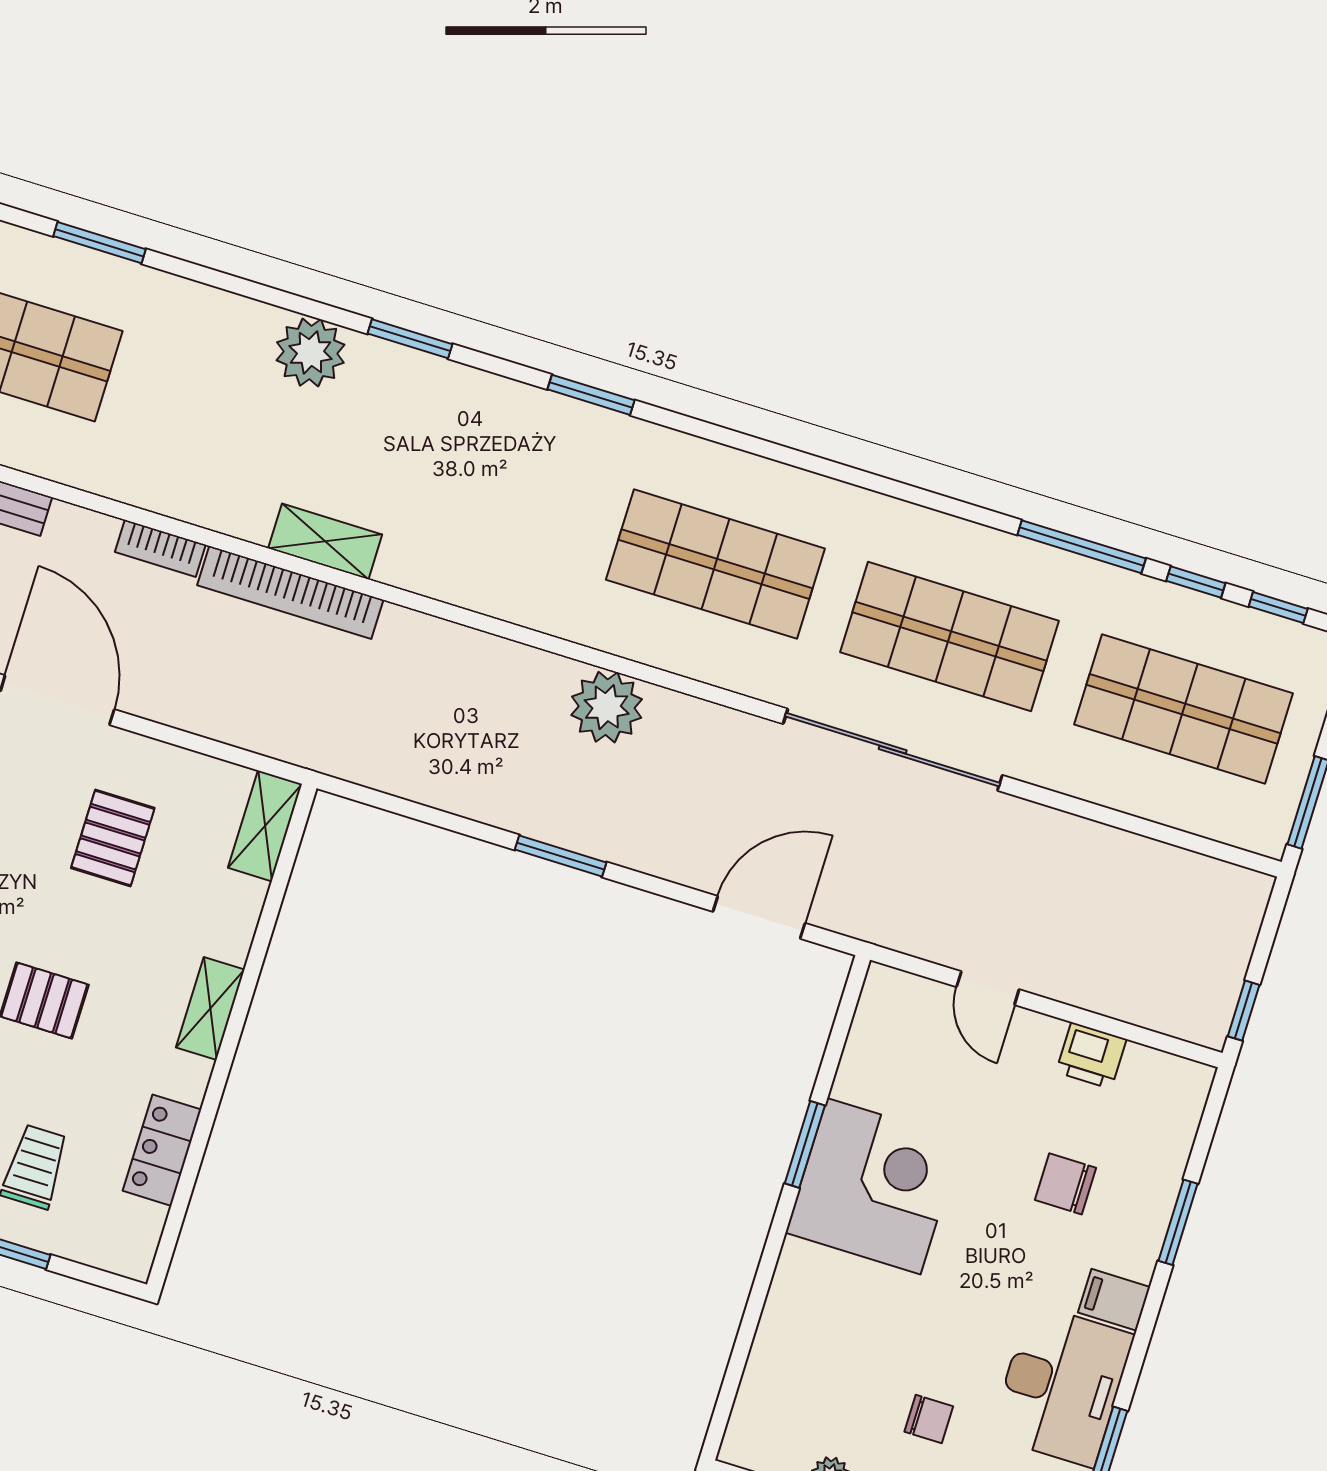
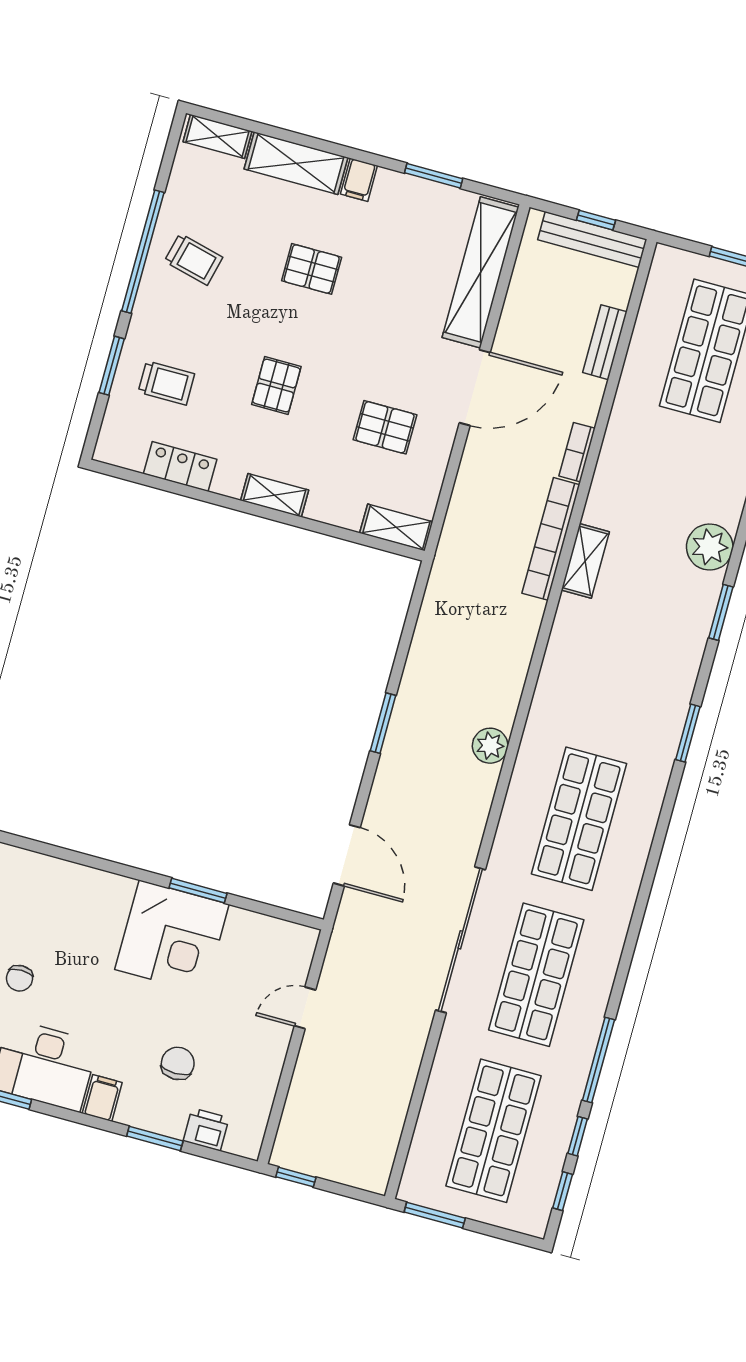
plant: (607, 707) -> (490, 746), width x0.73, depth x0.73
printer: (1091, 1056) -> (206, 1129), moved, turned 90

